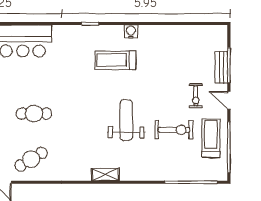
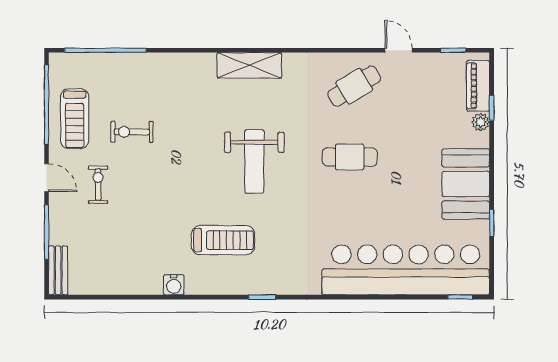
water cooler: (131, 31) -> (174, 285), moved
bench: (221, 68) -> (58, 270), moved
weight bench: (126, 120) -> (254, 161), moved
exercise bike: (174, 130) -> (132, 132), width x0.73, depth x0.72
shelving: (105, 175) -> (249, 65), width x1.50, depth x1.33

